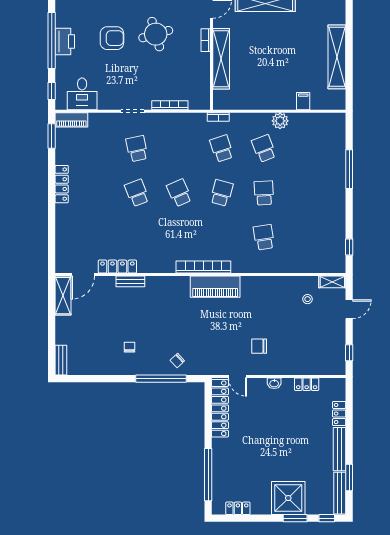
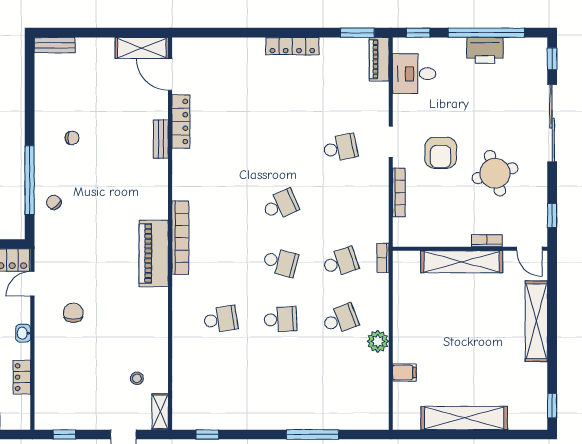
armchair: (112, 38) -> (441, 153), moved
school desk: (137, 193) -> (280, 148), removed

